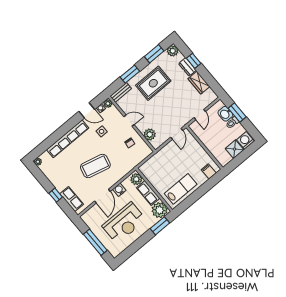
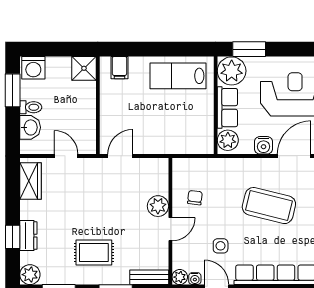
rug: (153, 83) -> (94, 253), width x0.73, depth x0.70
wardrobe: (199, 83) -> (30, 181), moved
window: (237, 113) -> (13, 90), moved
door: (200, 115) -> (66, 156), hinge flipped
door: (129, 121) -> (170, 229), swing flipped
plant: (150, 134) -> (158, 206), moved
shower: (235, 149) -> (84, 68), moved

